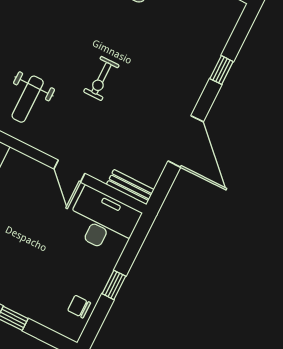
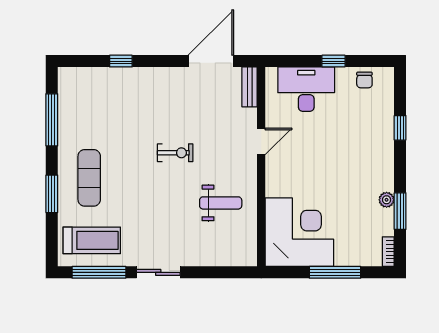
door: (186, 141) -> (211, 61), moved
desk: (103, 221) -> (306, 89), moved, turned 90

